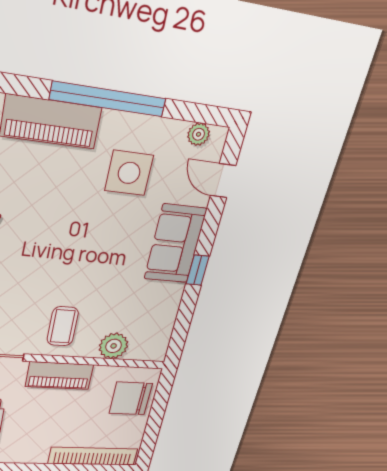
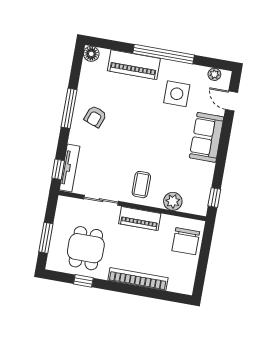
window: (198, 270) -> (214, 198), moved
chair: (131, 398) -> (186, 241), turned -90
bookcase: (93, 456) -> (138, 279), moved

